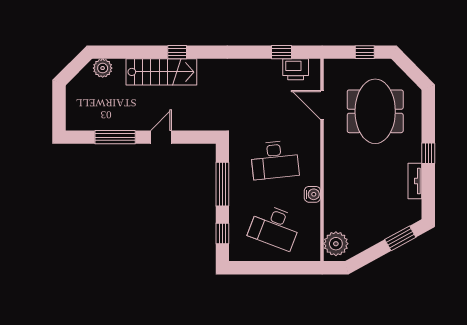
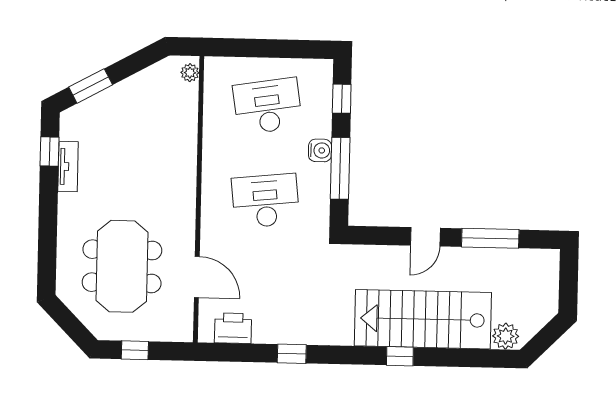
window: (281, 52) -> (292, 354), moved
stairs: (161, 72) -> (423, 319), width x1.36, depth x1.51
window: (428, 153) -> (50, 151), moved
water cooler: (312, 194) -> (320, 150), moved, turned 180
desk: (275, 227) -> (268, 106), turned -30
plant: (336, 244) -> (190, 73), width x0.53, depth x0.53

